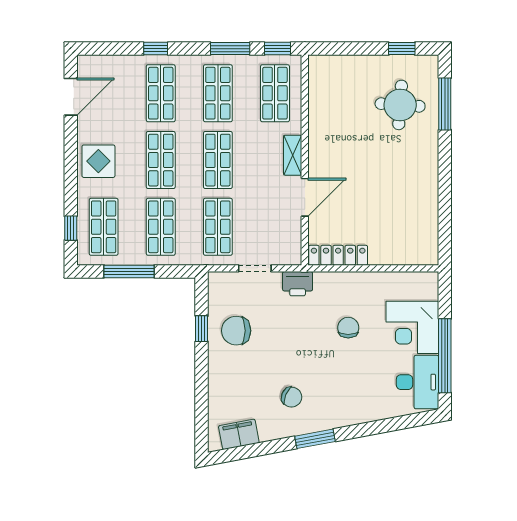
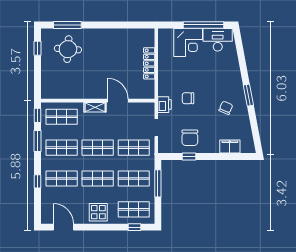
locker: (338, 255) -> (149, 63), moved
window: (129, 271) -> (158, 183), moved
chair: (348, 328) -> (188, 98), moved
filing cabinet: (239, 434) -> (230, 146), moved, turned 101

